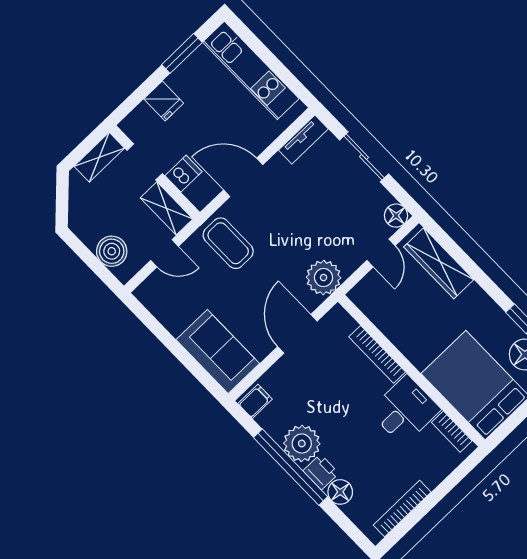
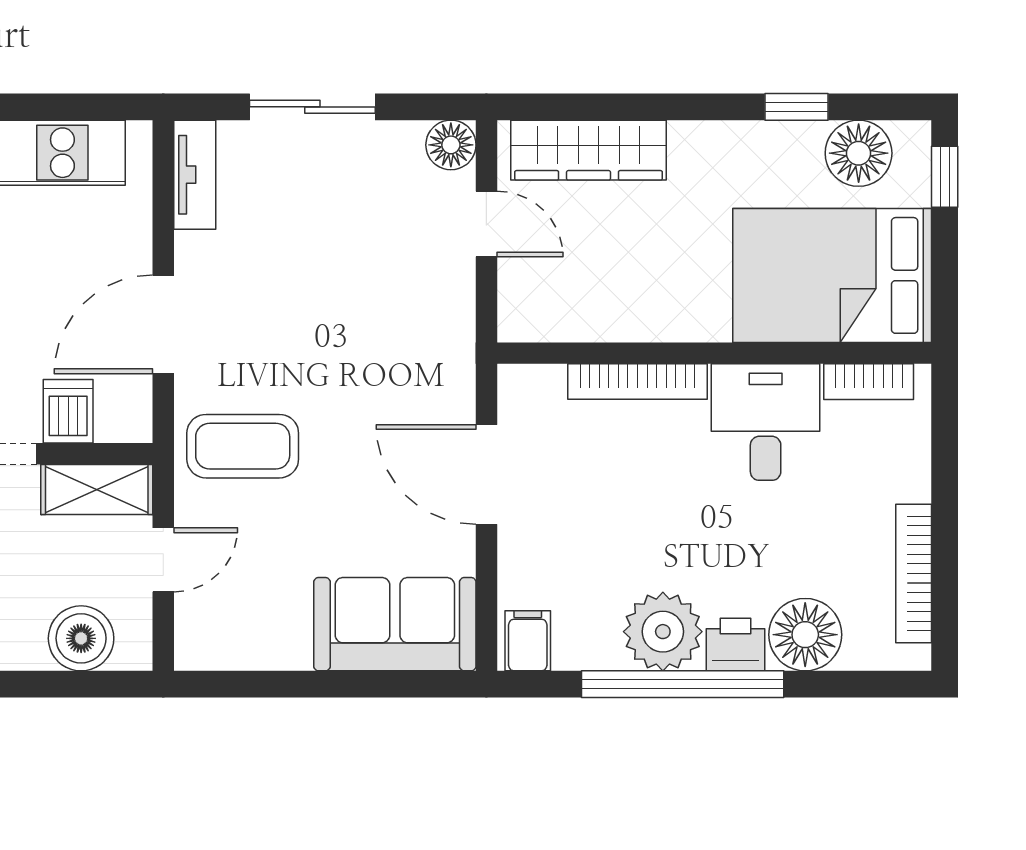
plant: (324, 278) -> (438, 350), removed
floor lamp: (340, 492) -> (805, 635), width x1.38, depth x1.38

